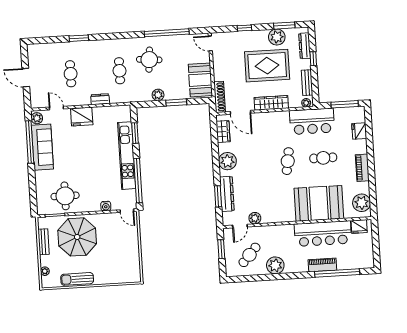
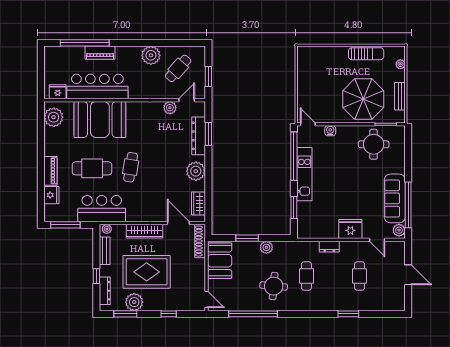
kitchen unit: (127, 156) -> (304, 174), width x0.73
cafe table: (323, 158) -> (92, 168), width x1.37, depth x1.35
piano: (362, 168) -> (50, 171), moved

